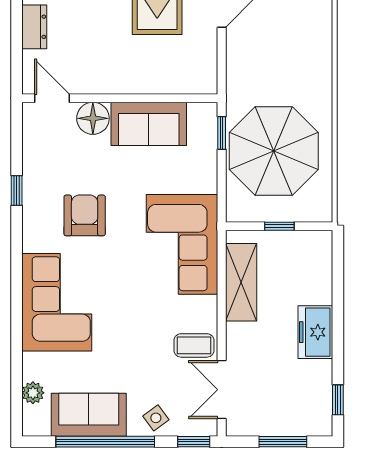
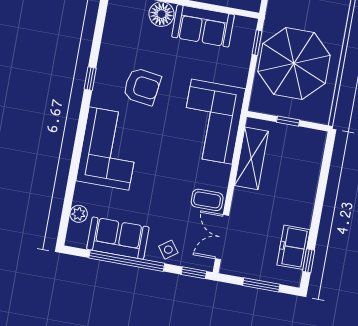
window: (17, 191) -> (90, 79), moved
armchair: (85, 215) -> (142, 86), turned 98
freezer: (315, 332) -> (294, 247), moved

